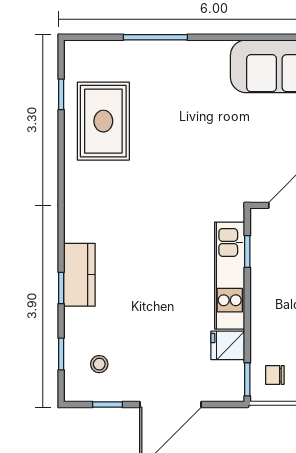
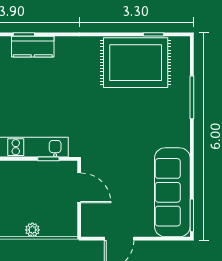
rug: (103, 121) -> (136, 63), width x1.37, depth x1.44

